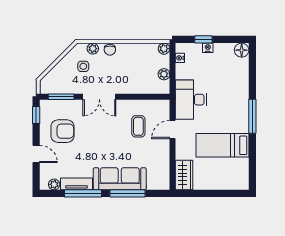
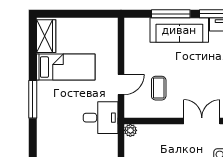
plant: (164, 74) -> (130, 130), moved
desk: (191, 100) -> (101, 118), width x0.73
wardrobe: (184, 175) -> (46, 36), moved, turned 180

